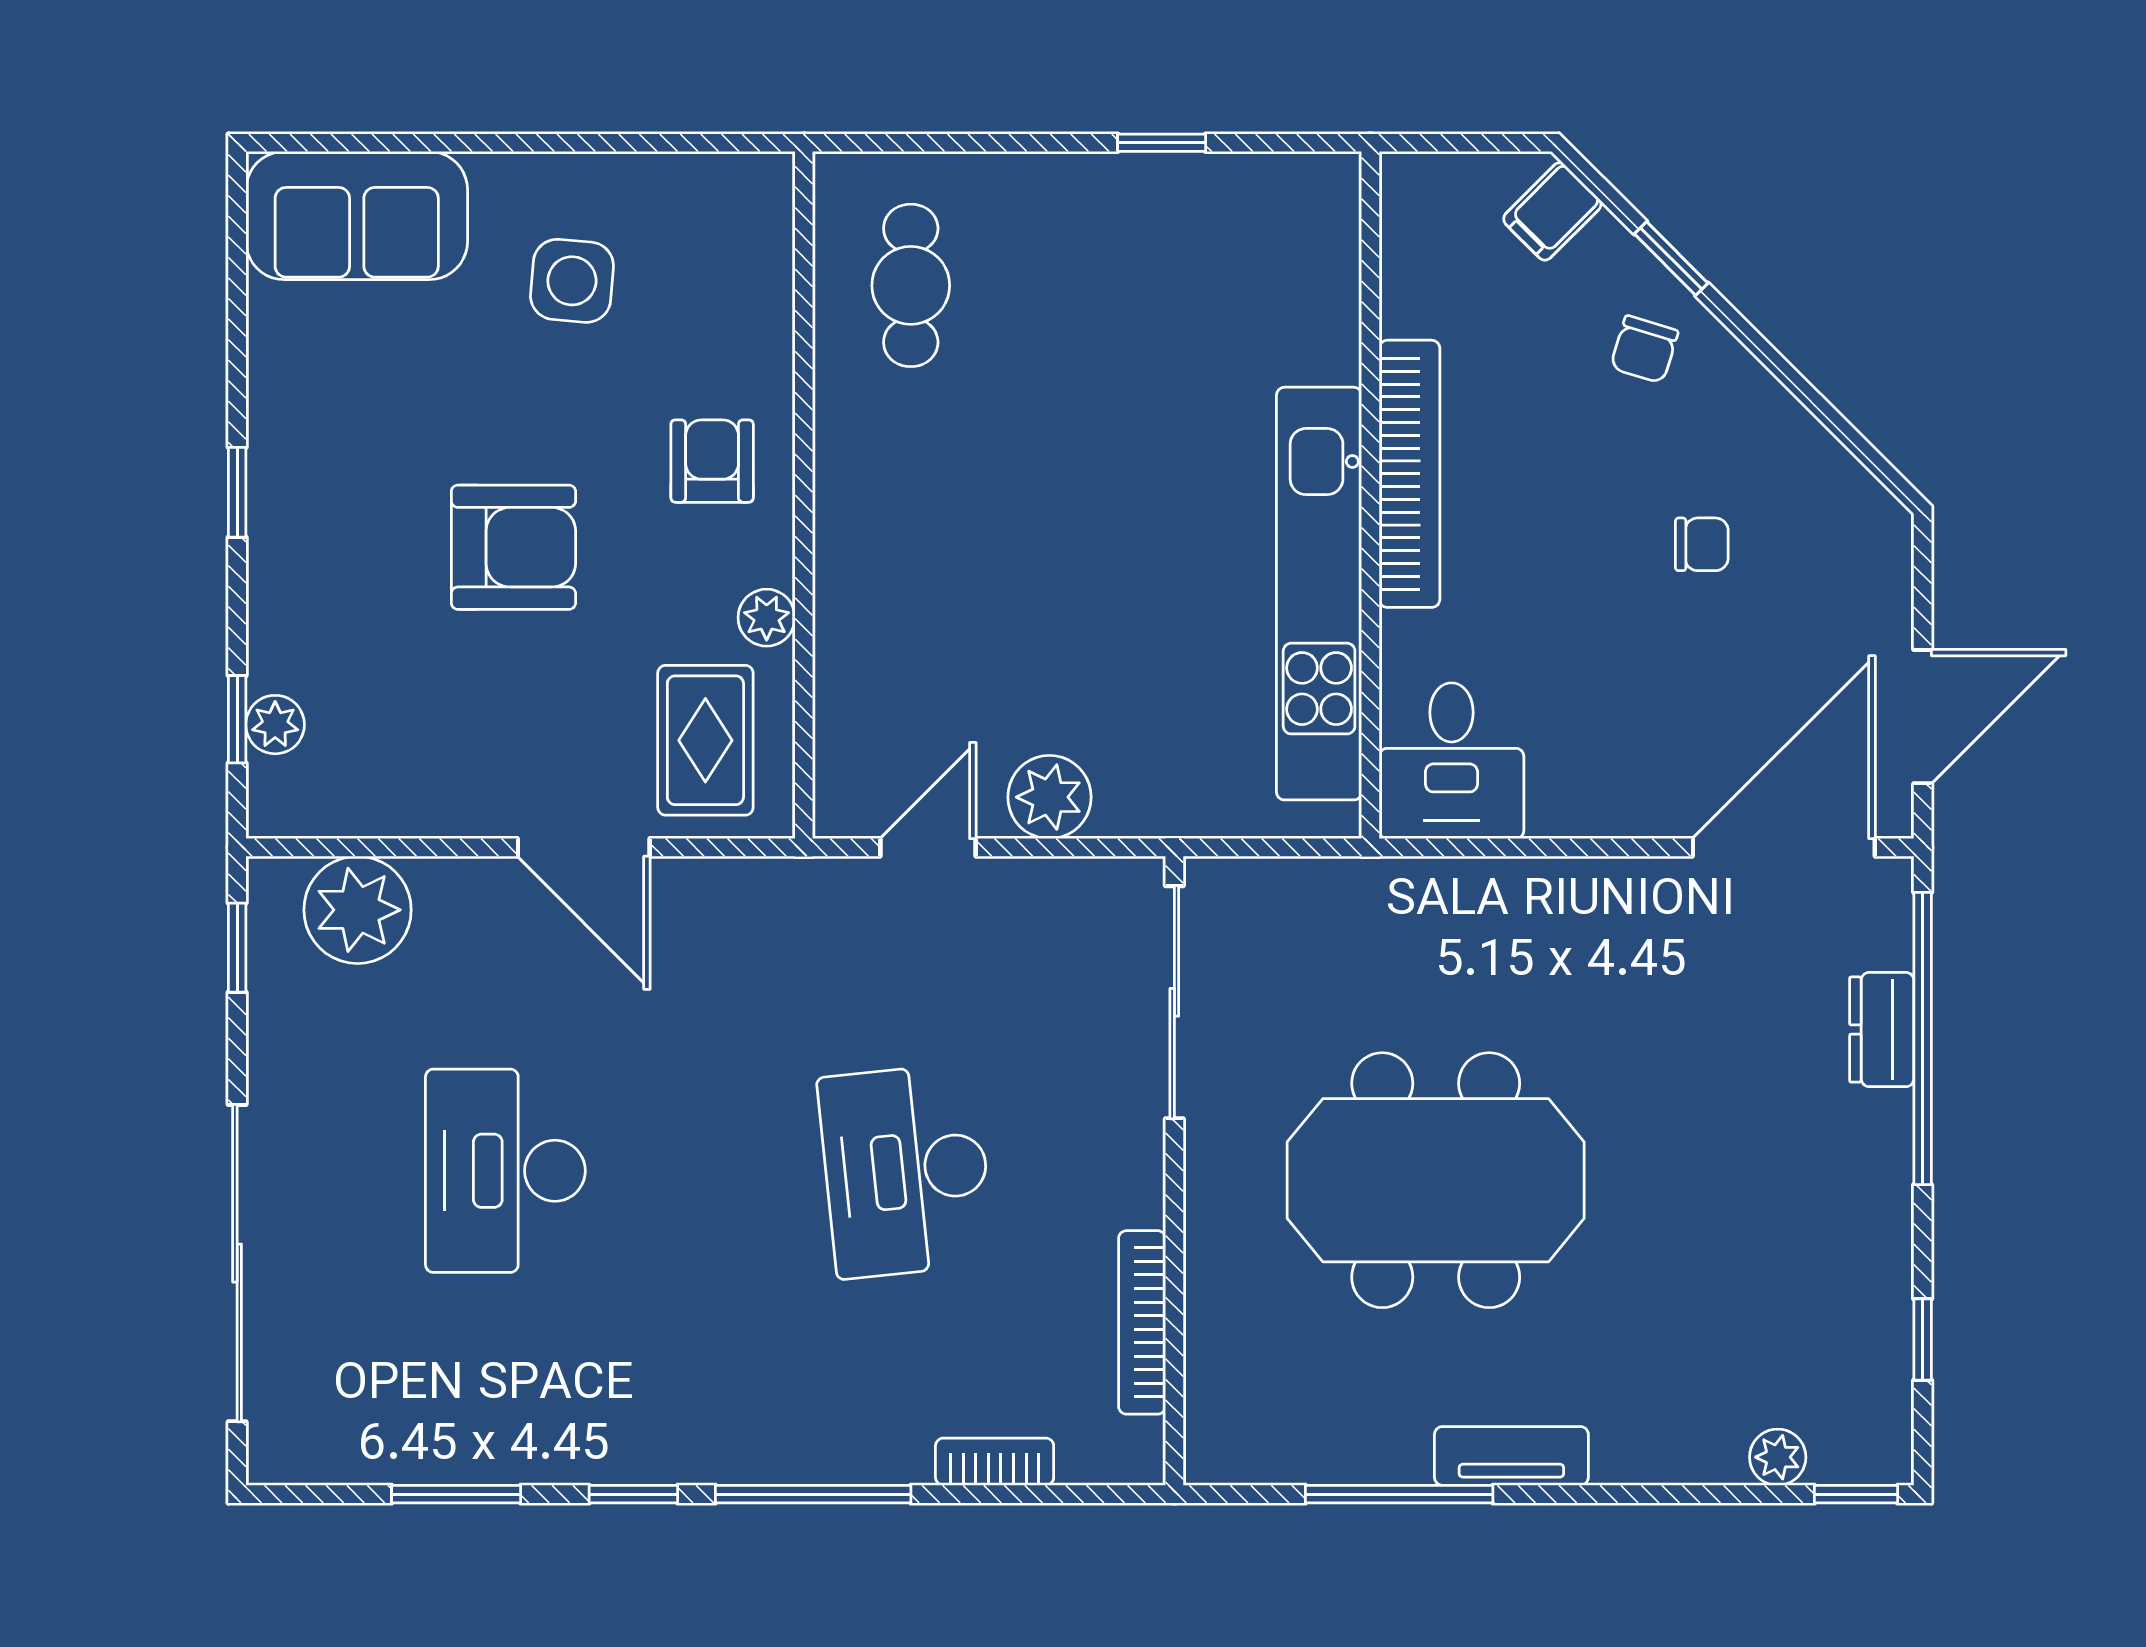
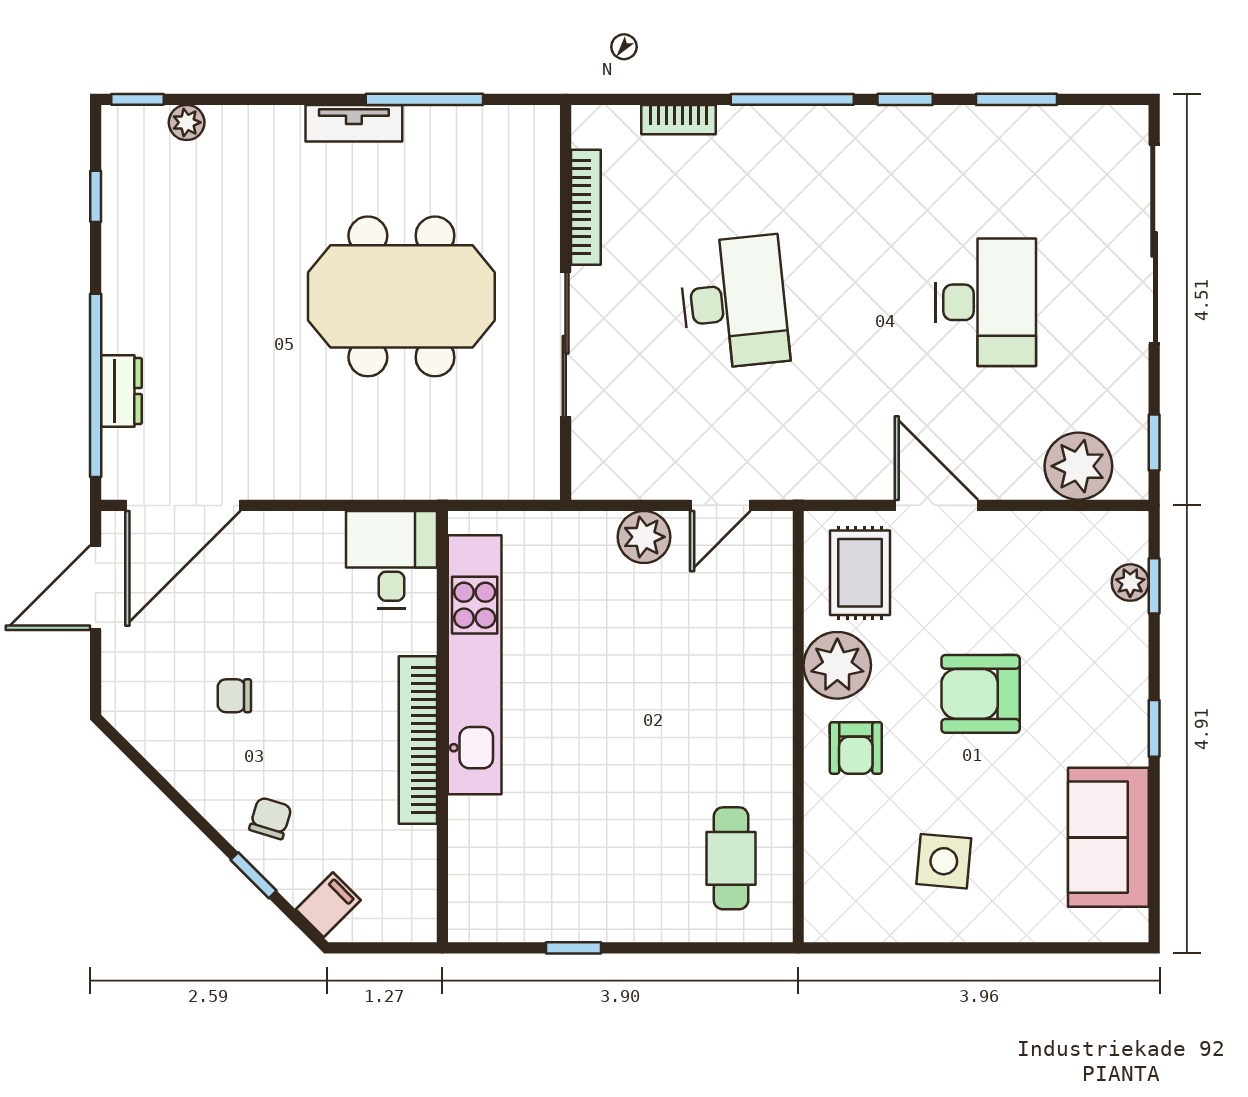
sofa: (357, 216) -> (1108, 837), moved, turned -90
plant: (767, 618) -> (837, 665), width x1.87, depth x1.87
sliding door: (1174, 1002) -> (566, 345), moved

